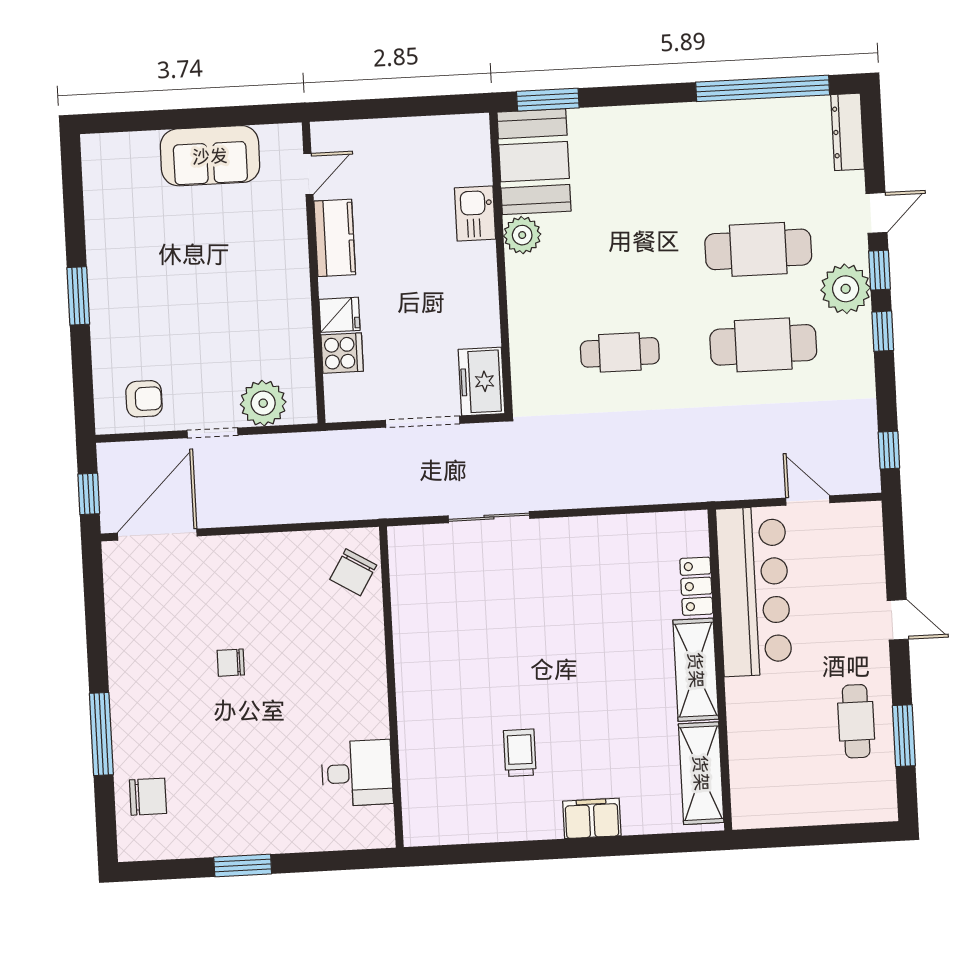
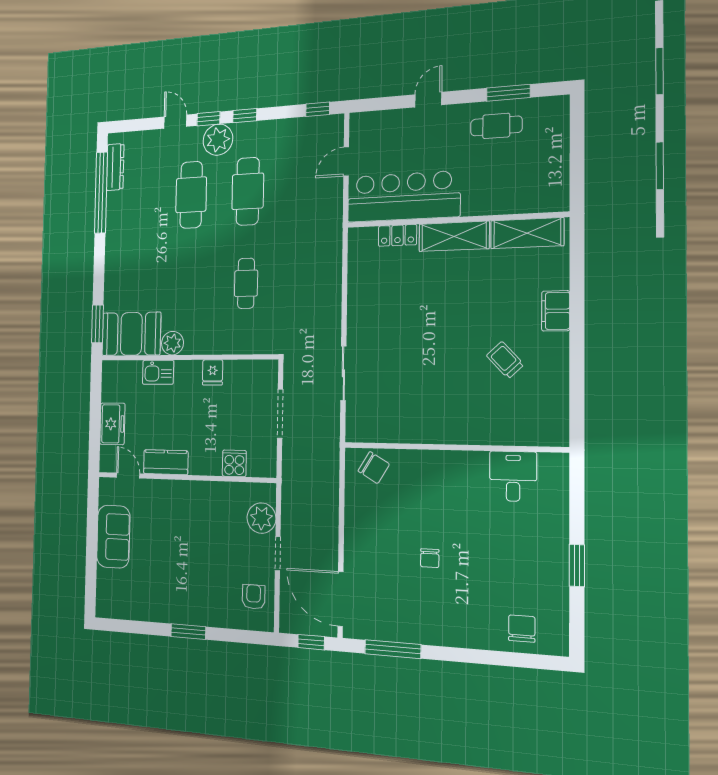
dresser: (847, 132) -> (115, 167), moved, turned -90
fridge: (340, 315) -> (213, 372), moved, turned 180
freezer: (482, 381) -> (112, 424), moved, turned -90
window: (101, 734) -> (393, 649), moved
trolley: (520, 753) -> (505, 360), turned 47

